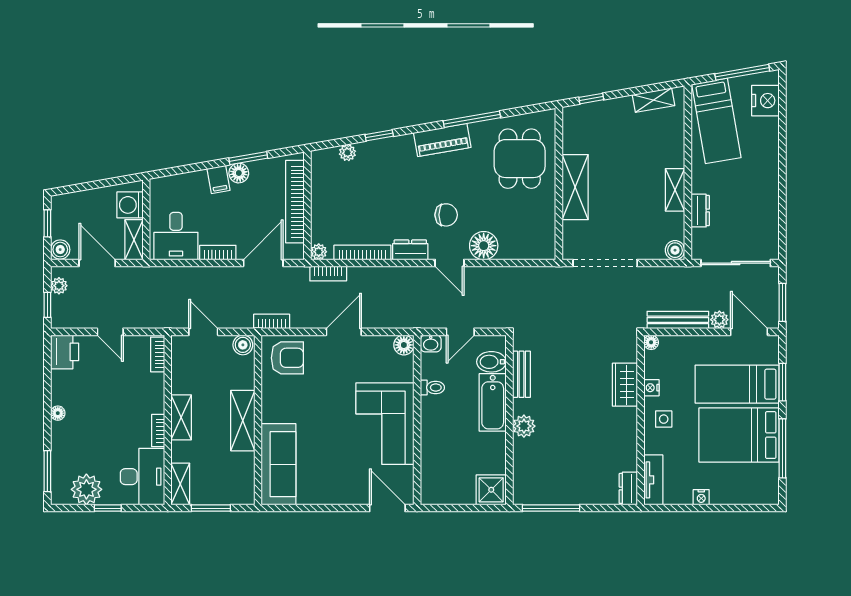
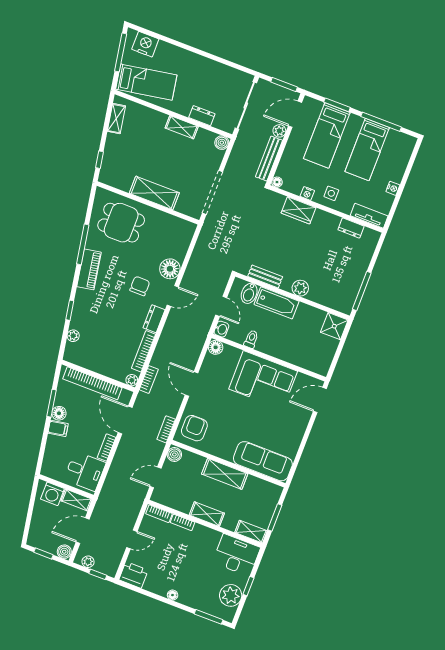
bookcase: (158, 431) -> (183, 522), moved
bed: (739, 435) -> (367, 150), width x0.67
dresser: (628, 488) -> (351, 228), moved

